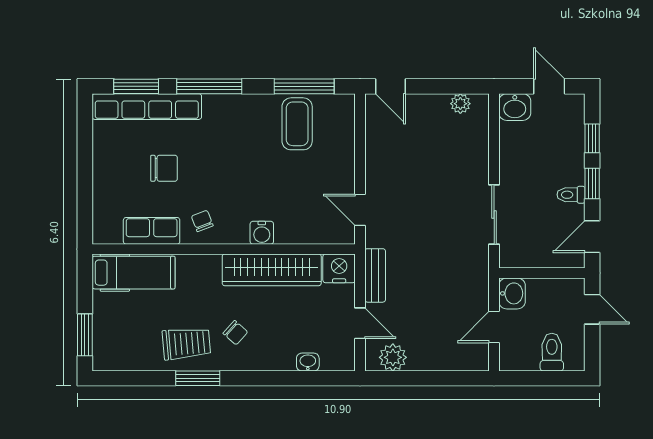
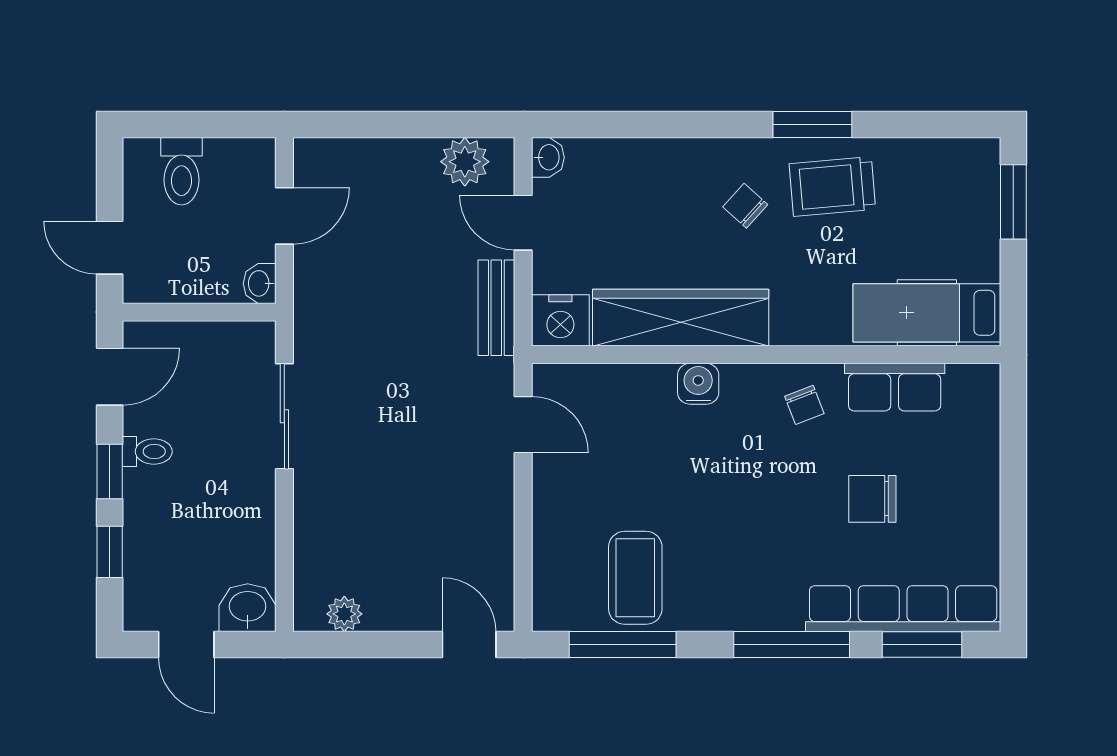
washbasin: (512, 293) -> (260, 283), width x0.72, depth x0.69
washbasin: (308, 362) -> (548, 157), moved, turned -90

